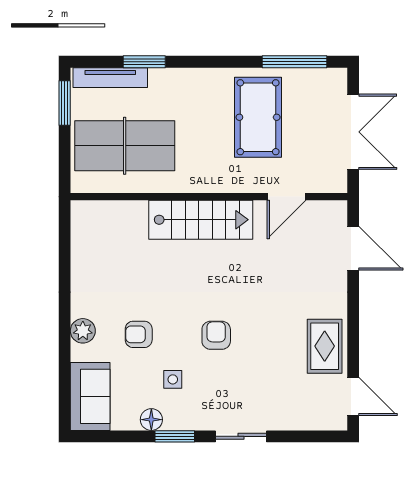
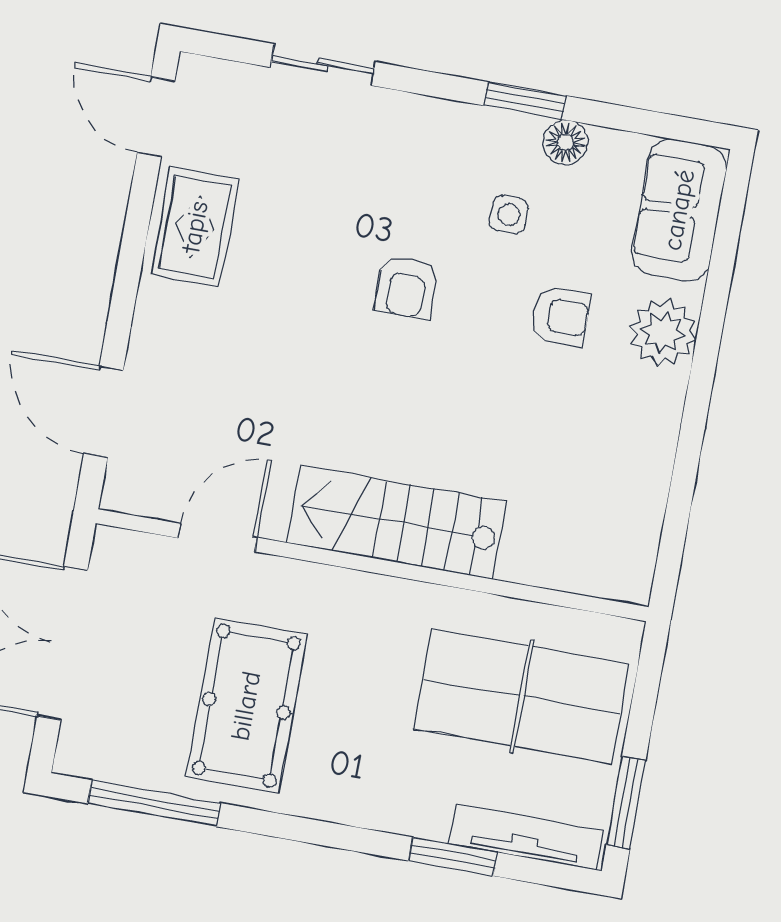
plant: (83, 331) -> (663, 332), width x1.36, depth x1.36
sliding door: (241, 436) -> (323, 65), moved

